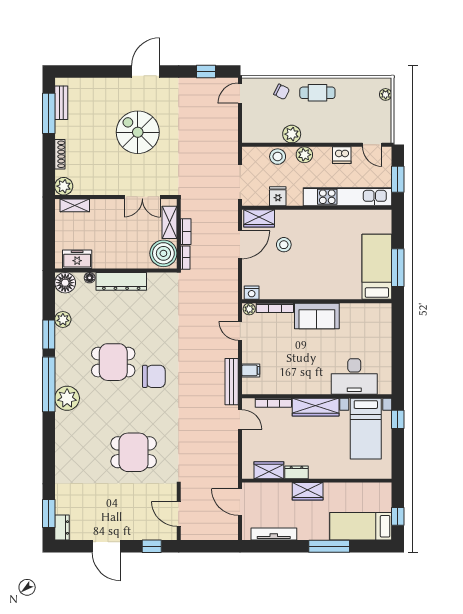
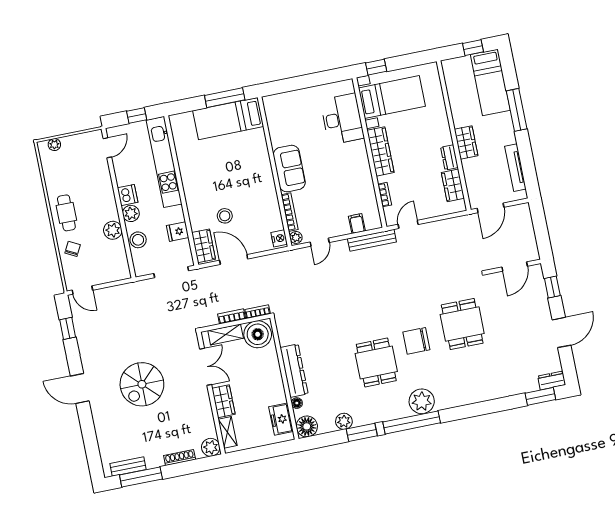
dishwasher: (342, 155) -> (128, 195), moved
window: (398, 179) -> (137, 115), width x0.67
wardrobe: (106, 207) -> (223, 401), added
chair: (154, 376) -> (416, 341), moved, turned -90
bookcase: (273, 403) -> (385, 195), width x0.64

